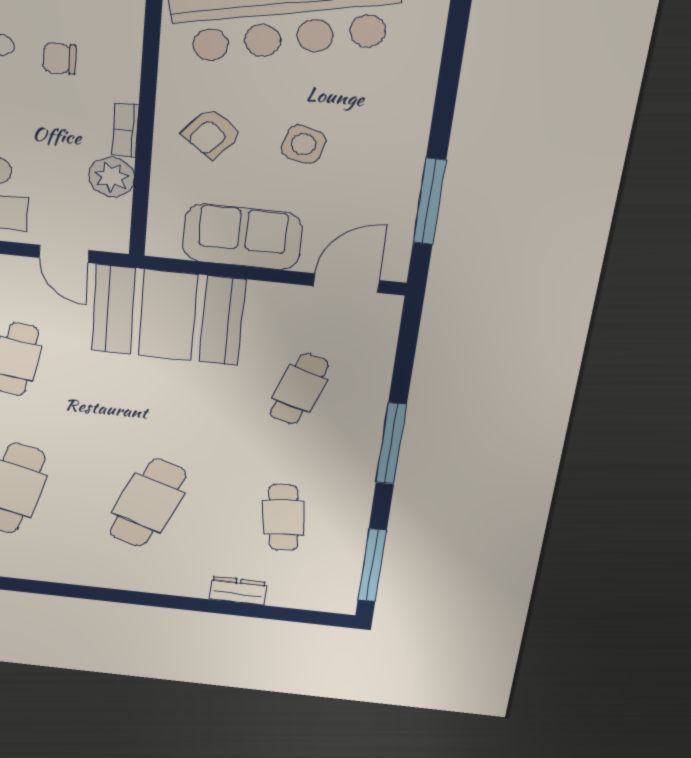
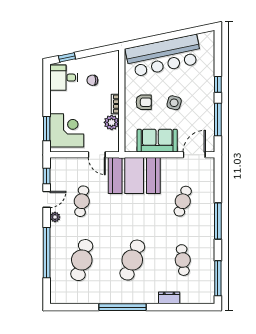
window: (444, 108) -> (218, 84), added
armchair: (212, 134) -> (144, 102), turned -130
window: (115, 596) -> (122, 307), added

